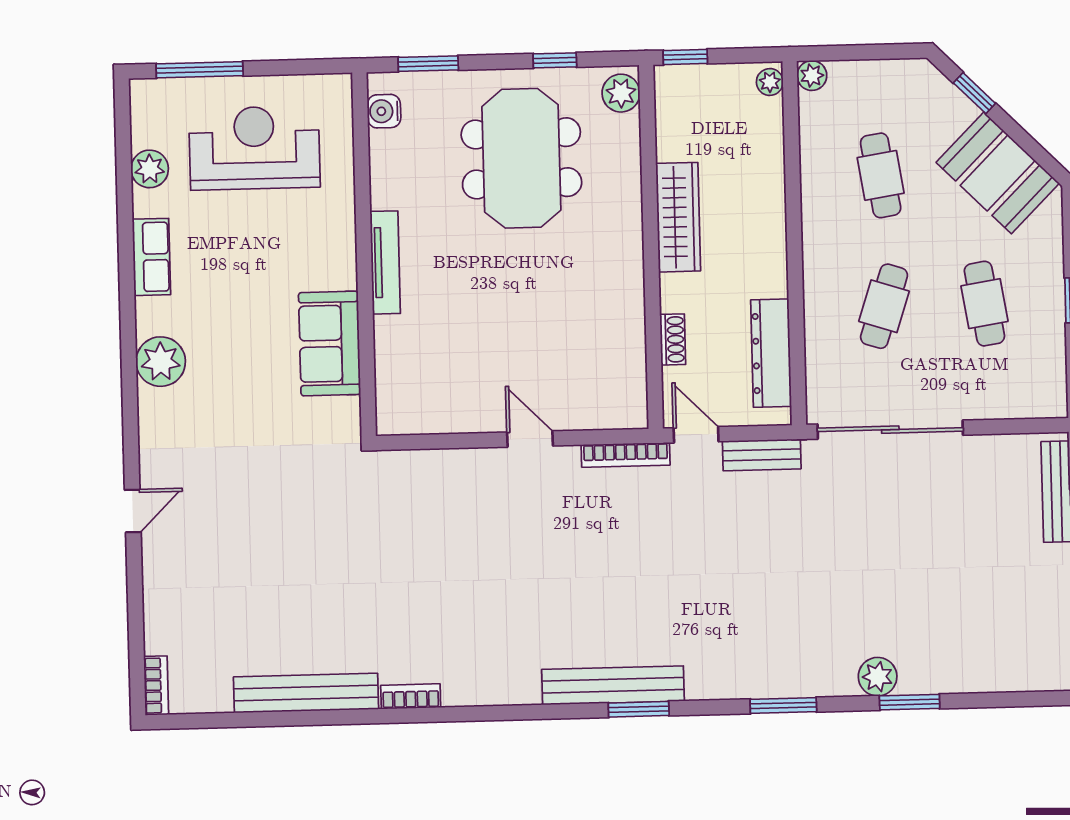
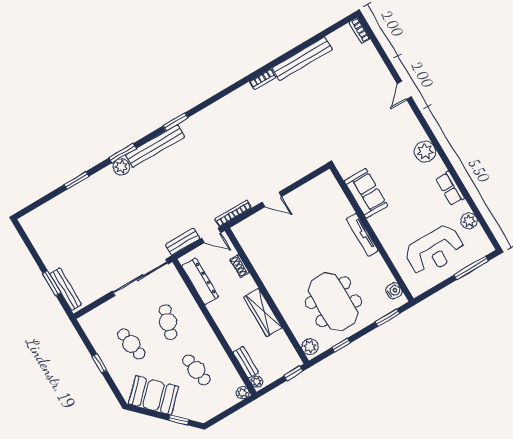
bench: (771, 135) -> (246, 362), added
plant: (878, 677) -> (121, 167), moved
bench: (613, 685) -> (155, 146), moved

